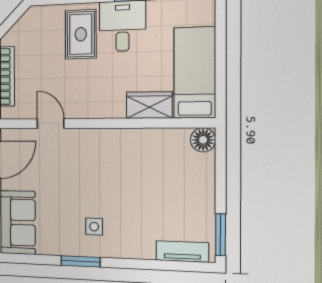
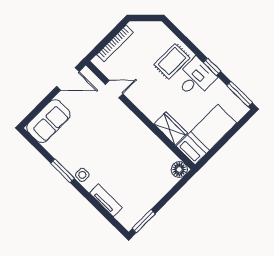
door: (51, 123) -> (114, 89), hinge flipped
side table: (94, 227) -> (82, 175), moved
tv unit: (182, 252) -> (106, 200), moved

